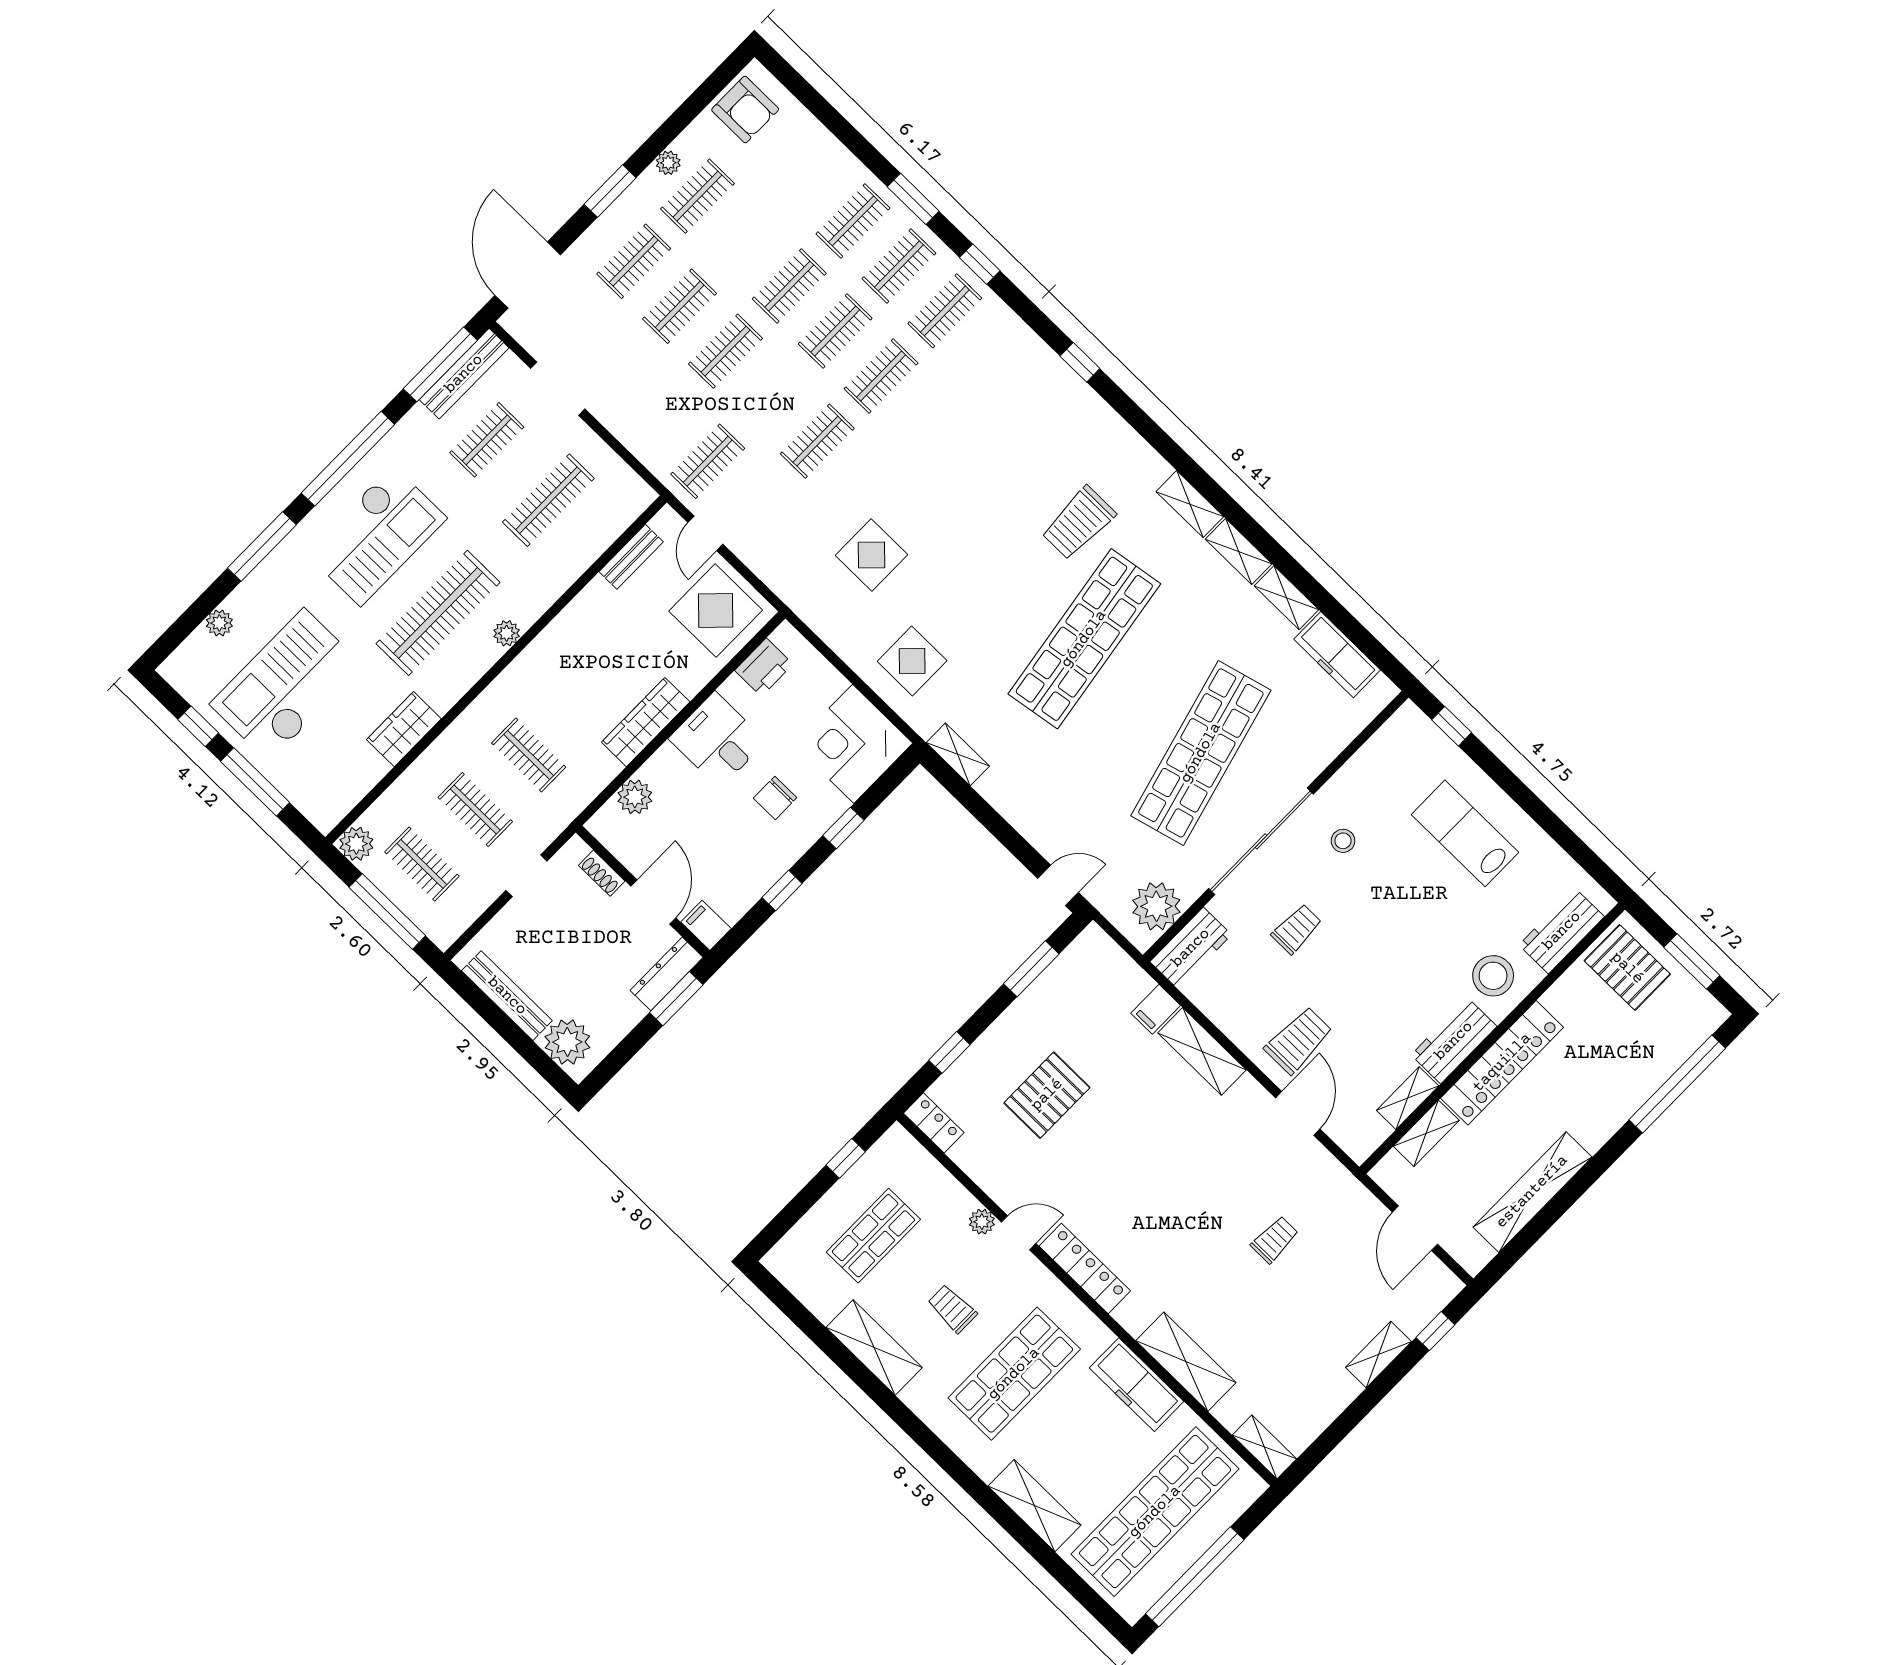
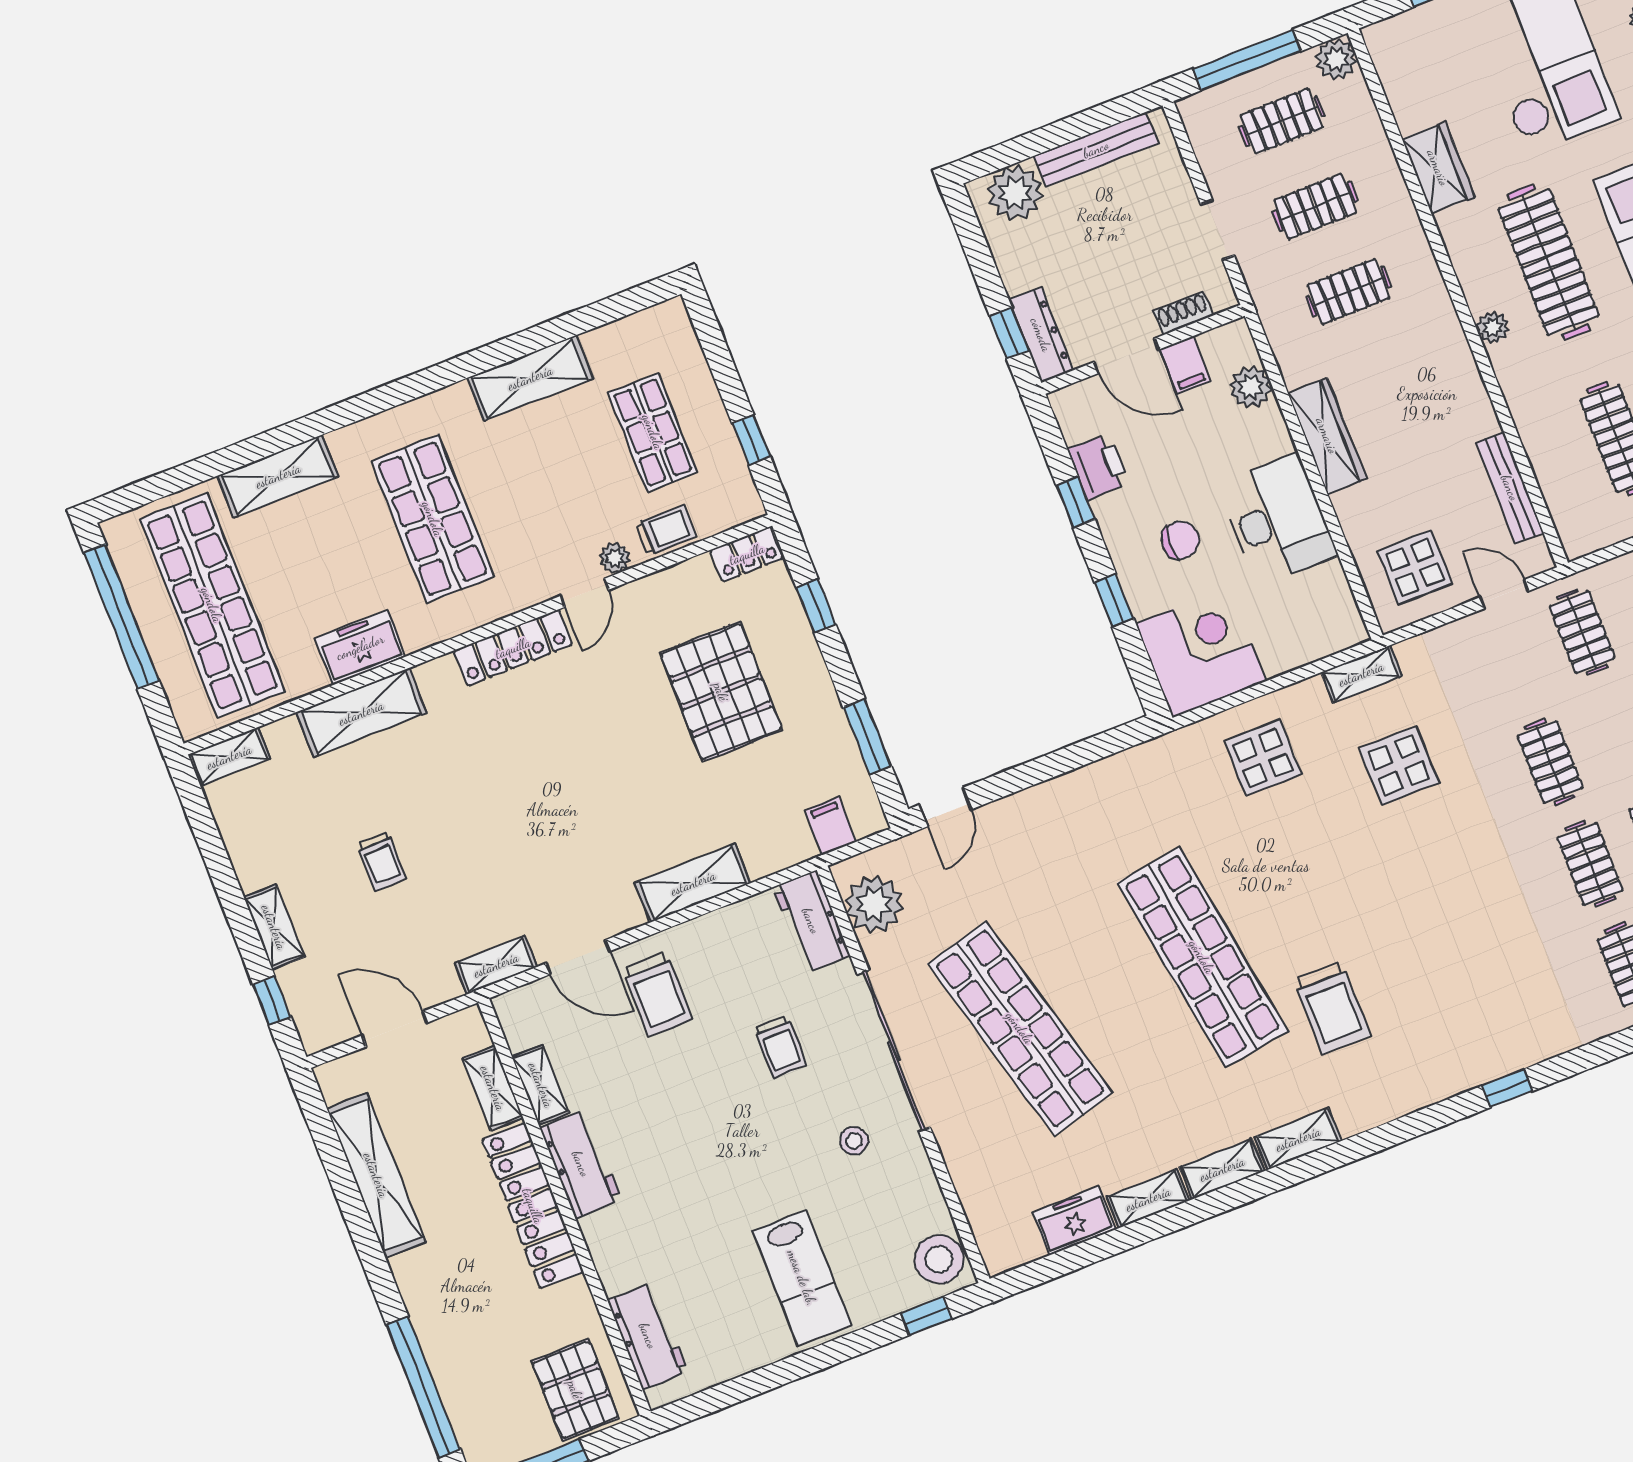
trolley: (1079, 523) -> (1332, 1008), turned 180
bench: (631, 557) -> (1510, 488), width x1.36
display table: (716, 611) -> (1415, 567), width x0.73, depth x0.73
freezer: (1337, 655) -> (1074, 1221), width x0.71
printer: (764, 667) -> (1098, 467), moved, turned 180
desk: (717, 740) -> (1278, 520), width x1.37
shelving: (958, 754) -> (1361, 674), moved
chair: (775, 798) -> (1180, 540), turned 94
lab bench: (1465, 833) -> (802, 1278), turned 90
filing cabinet: (706, 925) -> (1185, 365), moved, turned 90
pallet: (1627, 968) -> (575, 1390), turned 90
stool: (1493, 976) -> (939, 1259), moved
window: (676, 999) -> (1009, 333), width x0.67
filing cabinet: (1156, 1009) -> (831, 826), moved
pallet: (1047, 1095) -> (721, 692), width x1.37, depth x1.41
shelving: (1332, 1173) -> (496, 965), added
trolley: (1275, 1240) -> (382, 861), moved
trolley: (952, 1309) -> (666, 530), moved
freezer: (1137, 1385) -> (360, 647), width x0.71

